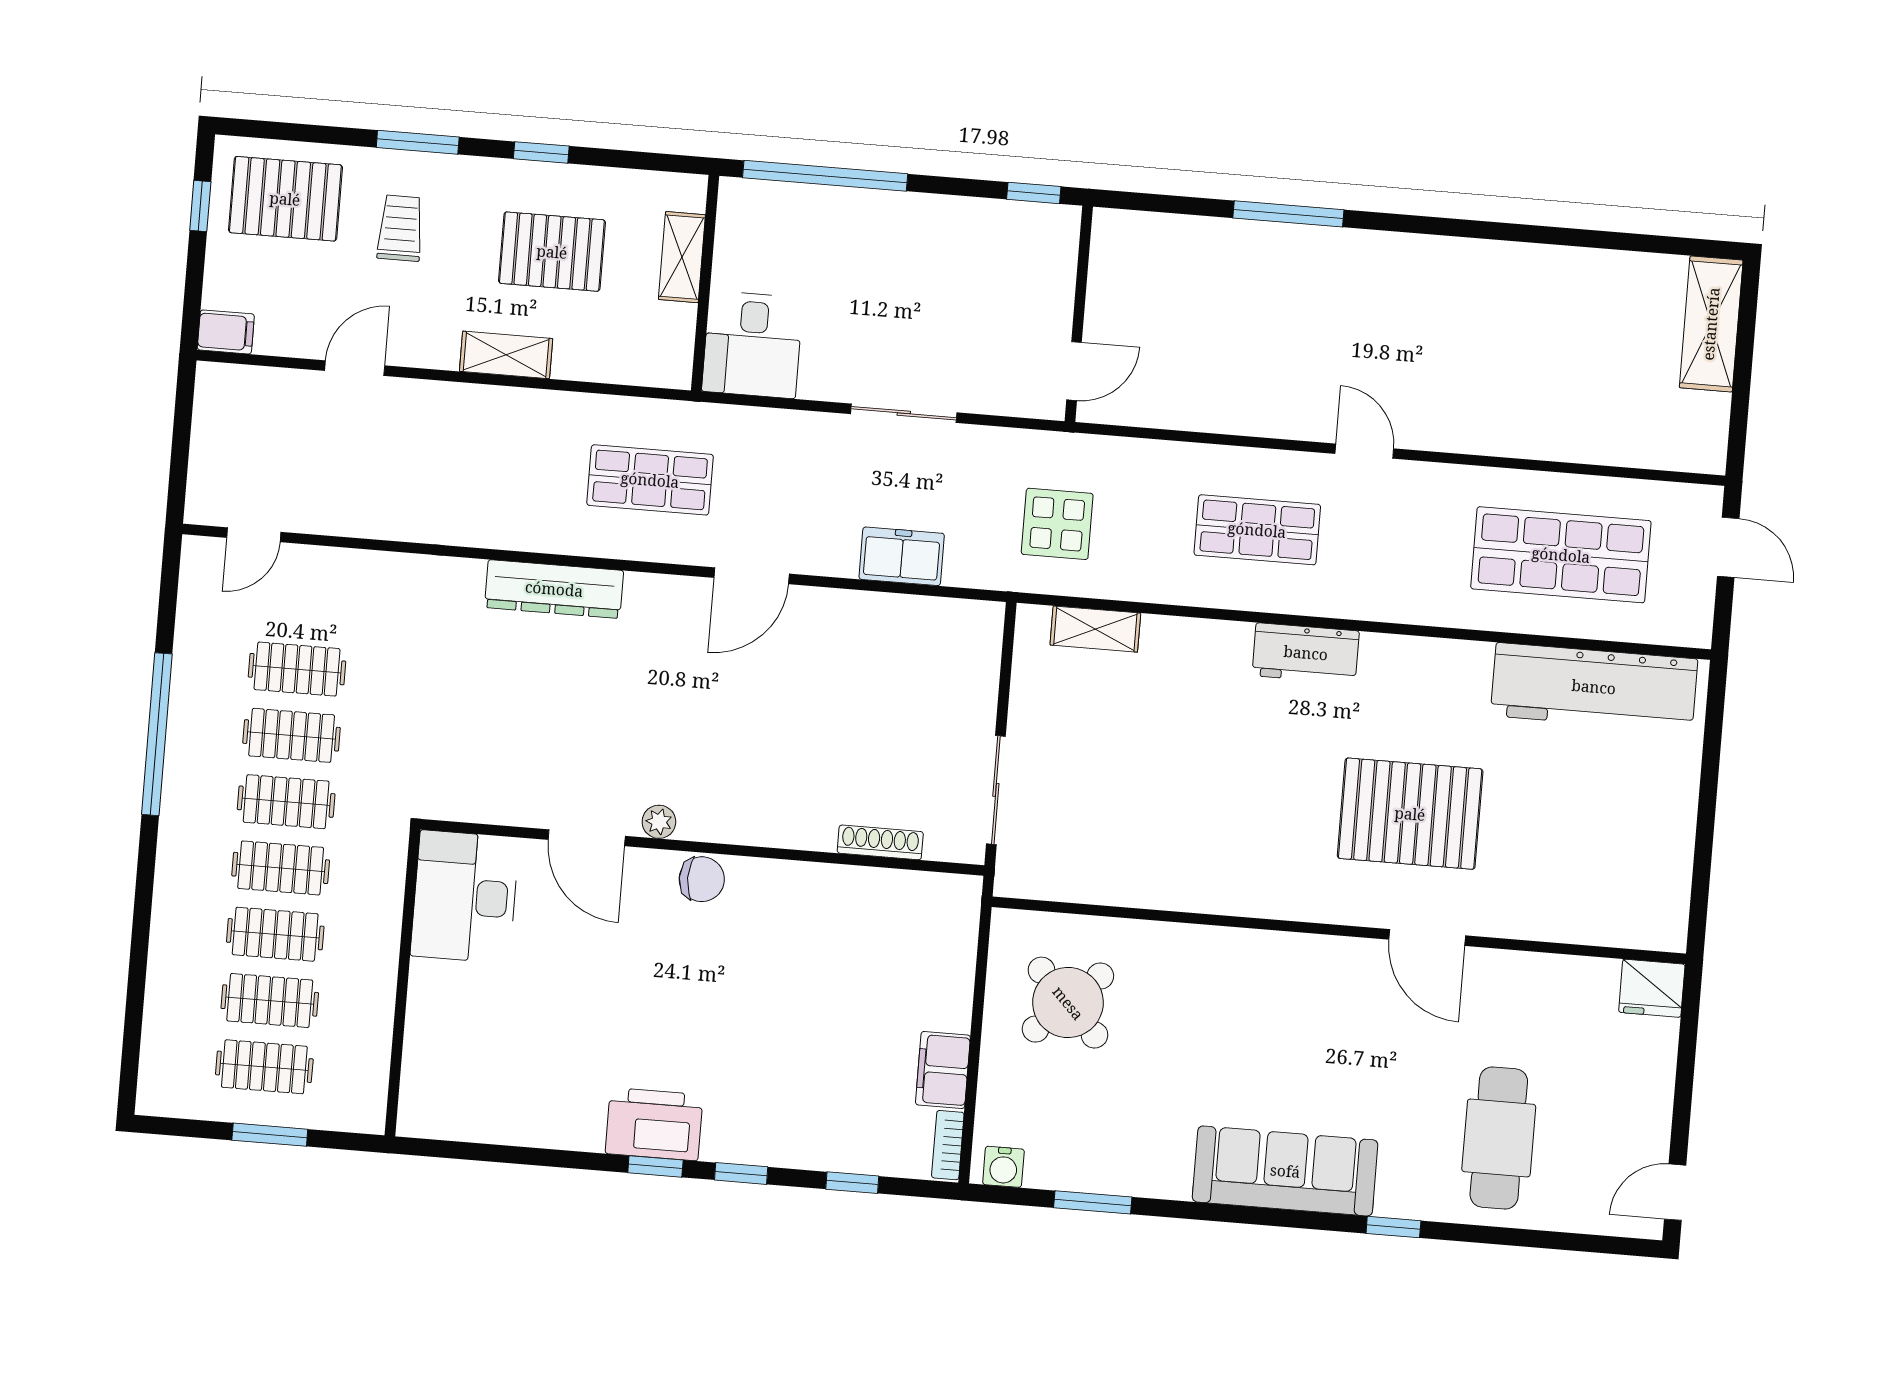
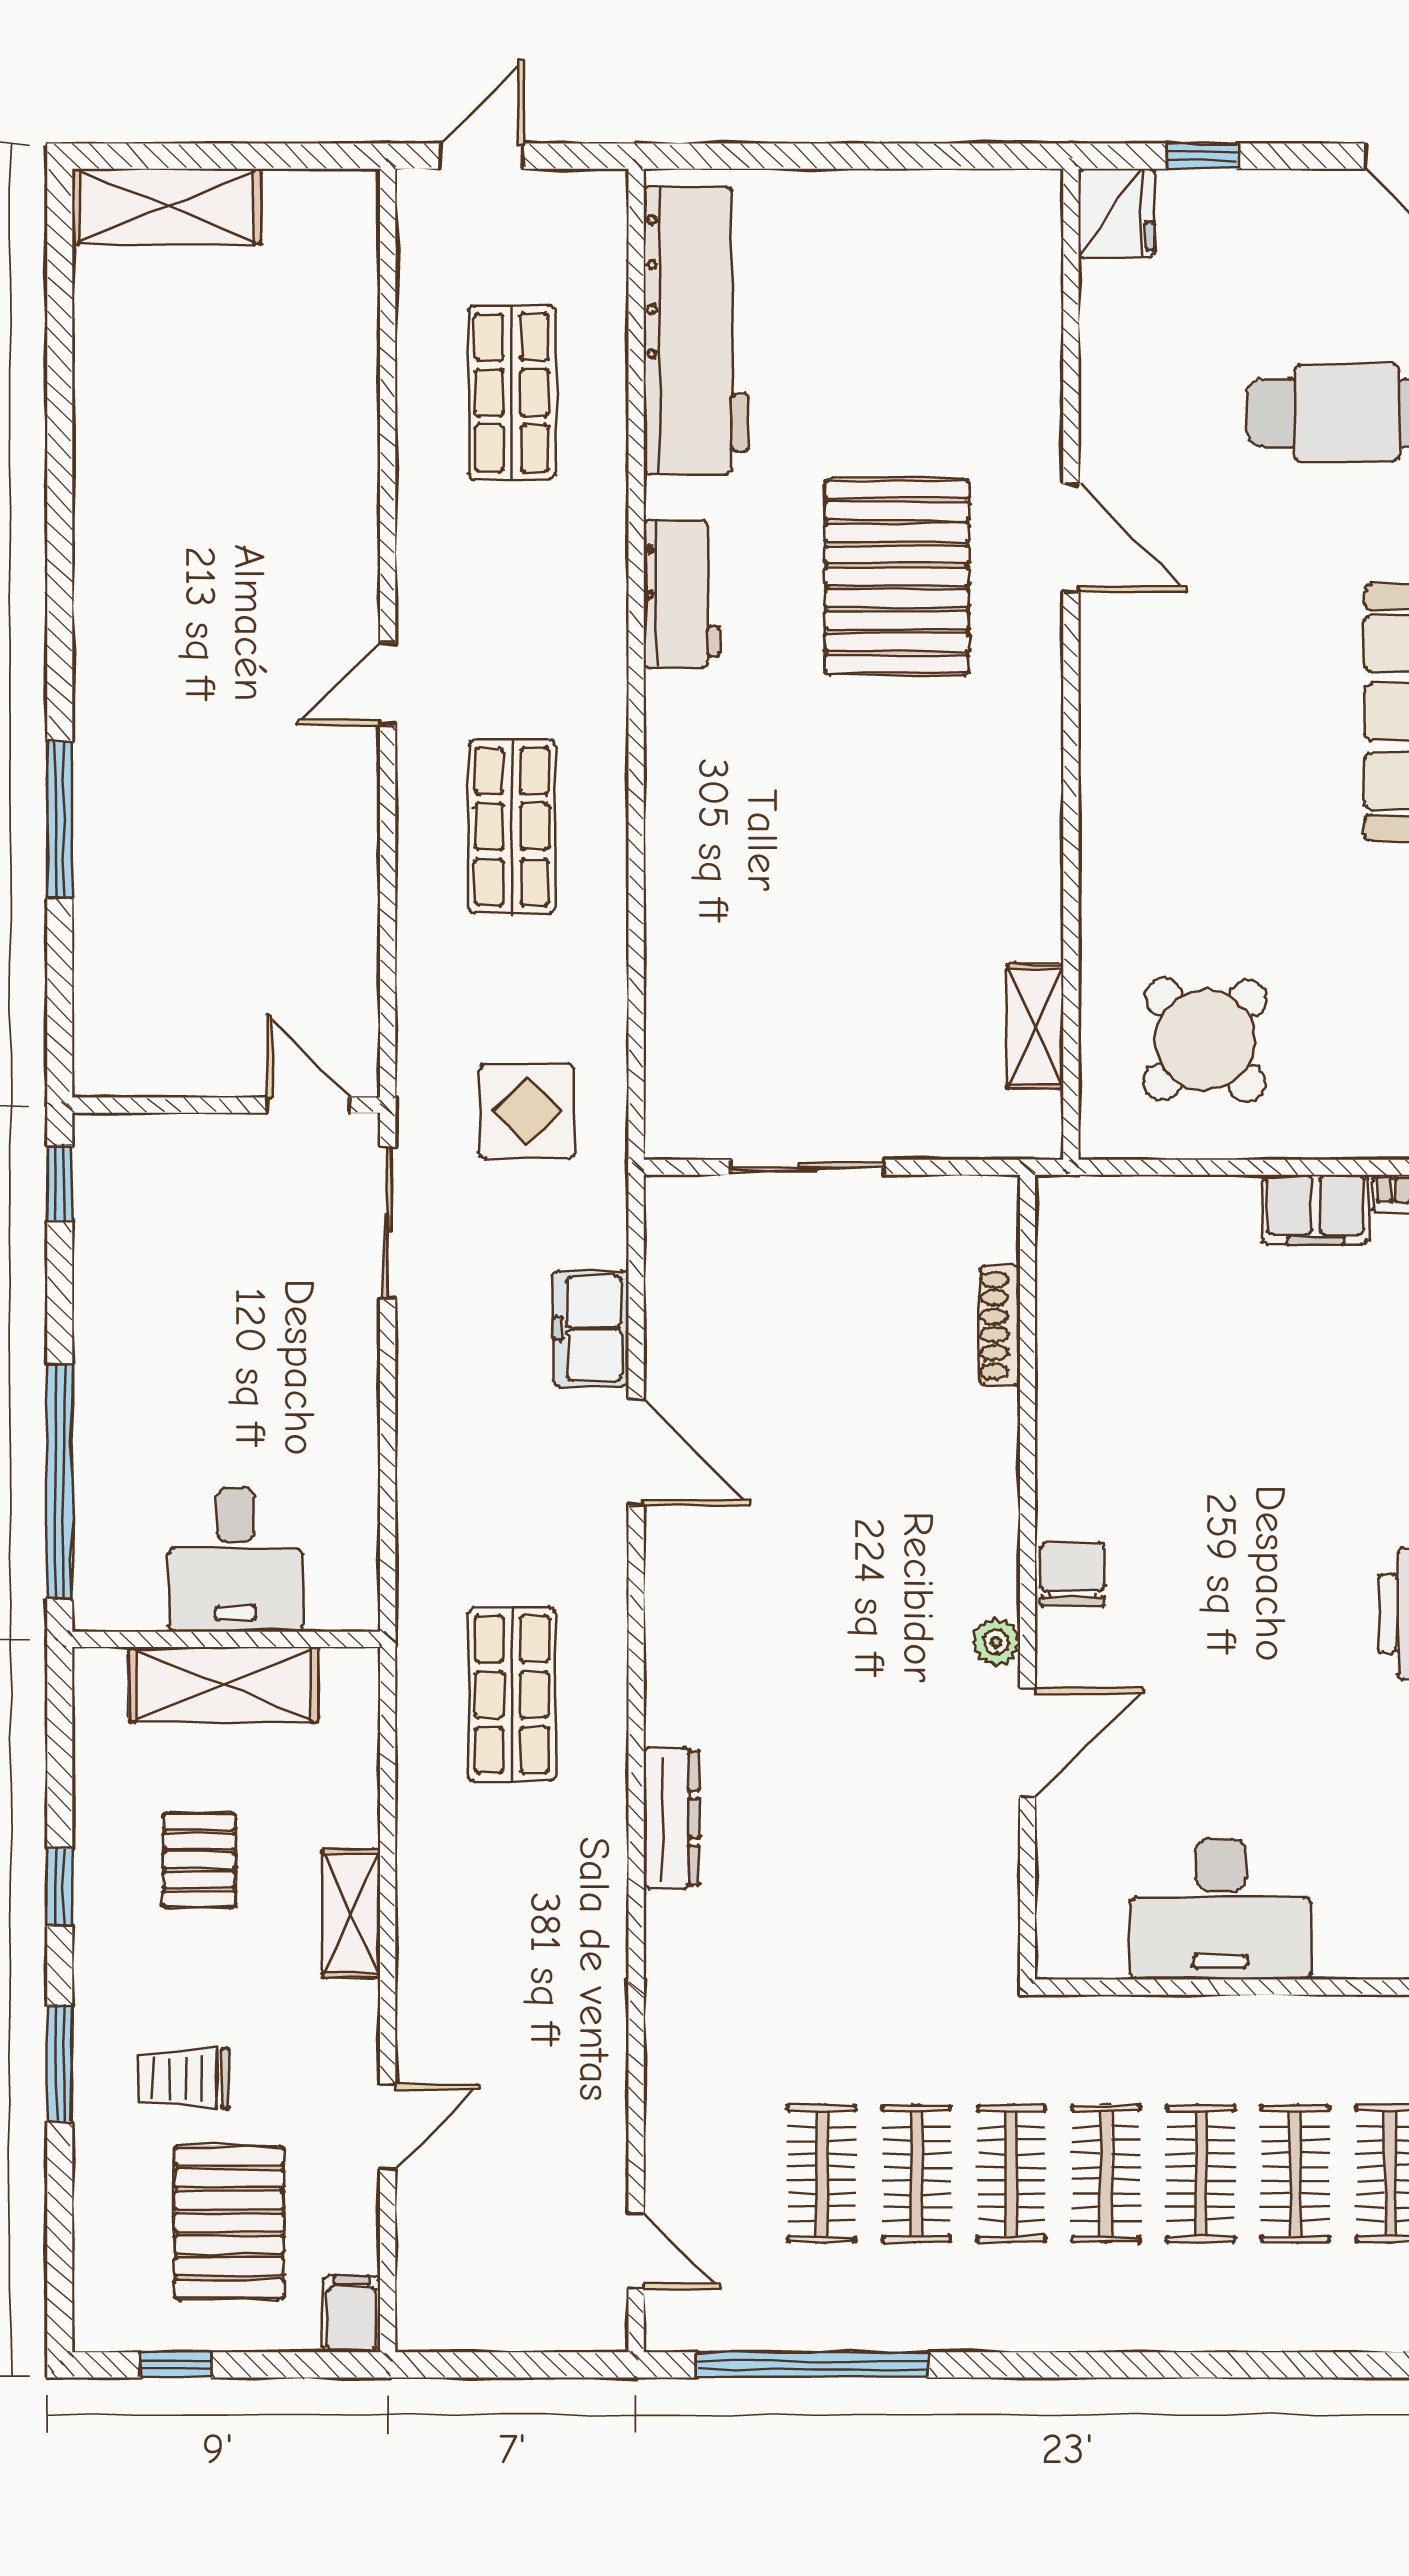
pallet: (285, 199) -> (229, 2222), moved
pallet: (552, 252) -> (199, 1860), width x0.67, depth x0.71
shelving: (682, 257) -> (223, 1685), width x1.50, depth x1.33
desk: (752, 345) -> (236, 1560), moved, turned 90
door: (355, 368) -> (388, 2127), swing flipped
sliding door: (904, 413) -> (388, 1223), moved
shop shelf: (1561, 555) -> (512, 393), width x0.70, depth x0.74
door: (752, 576) -> (636, 1452), moved
dresser: (554, 589) -> (671, 1818), width x0.73, depth x0.80
shelving: (1095, 629) -> (1035, 1027), moved
workbench: (1306, 653) -> (682, 594), moved
window: (157, 734) -> (812, 2365), moved
sliding door: (996, 790) -> (808, 1167), moved
desk: (465, 897) -> (1220, 1909), moved
door: (1427, 938) -> (1071, 538), hinge flipped
window: (1687, 1052) -> (1203, 156), added

